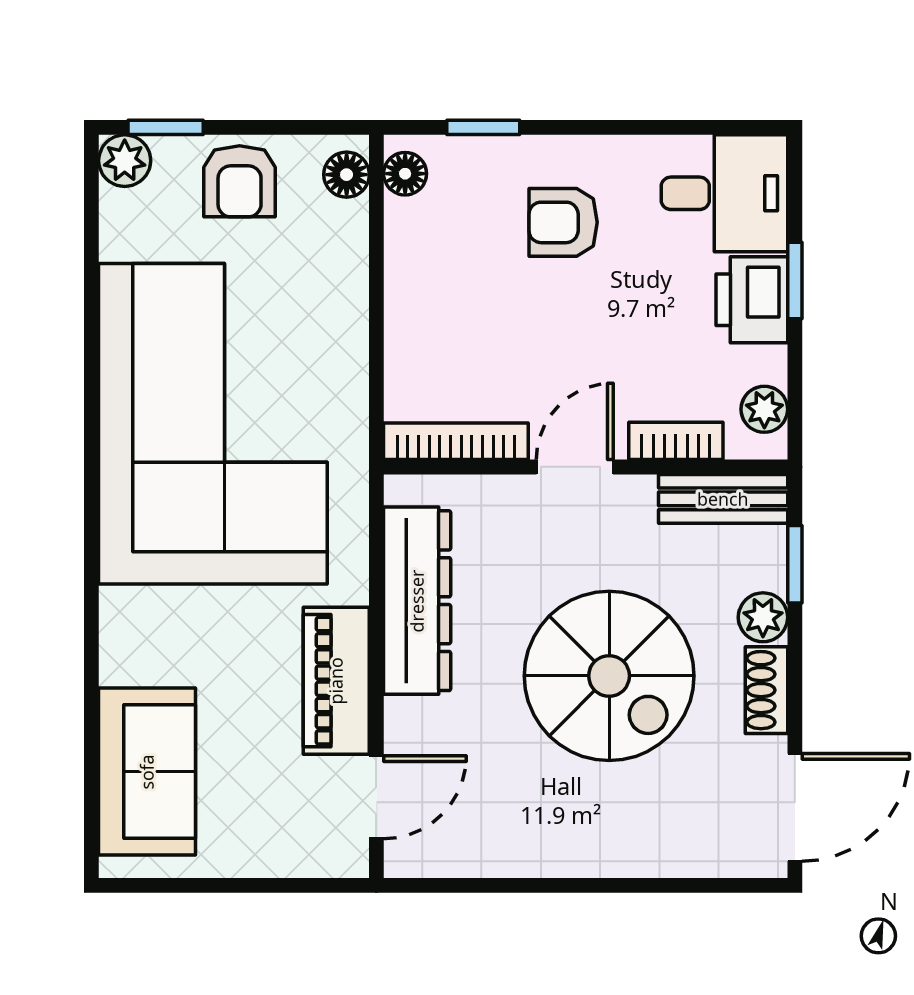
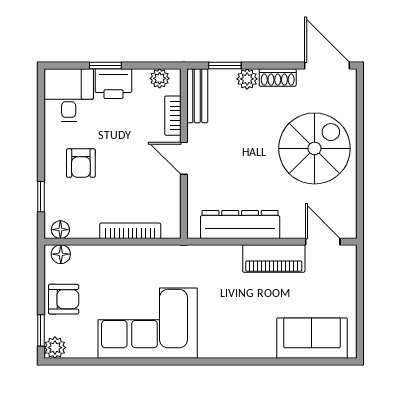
corner sofa: (213, 424) -> (148, 323), width x0.73, depth x0.74
bookcase: (456, 441) -> (130, 231), moved, turned 90
spiral stairs: (609, 676) -> (314, 148), moved

